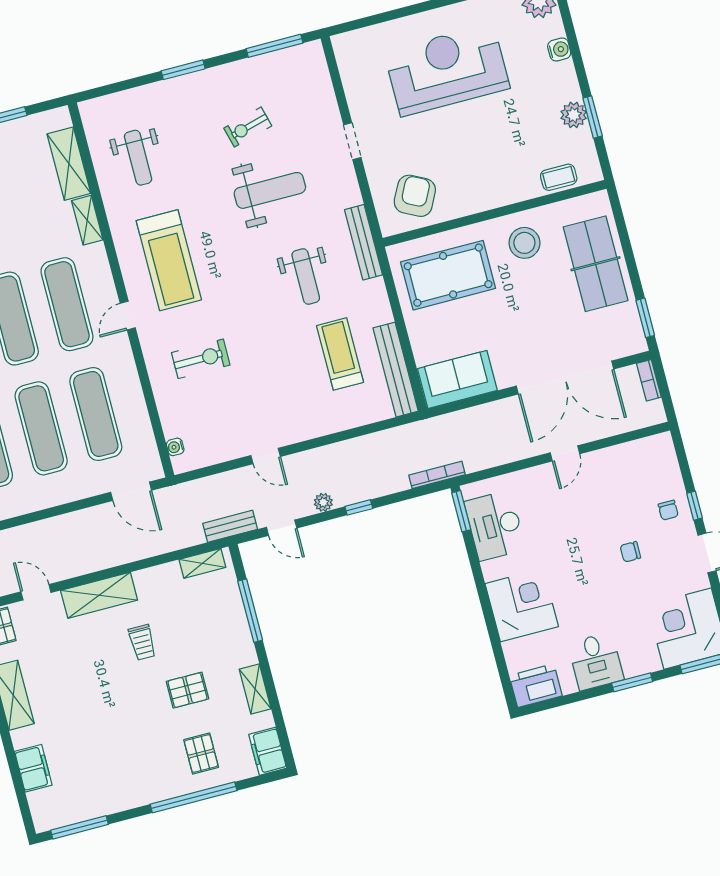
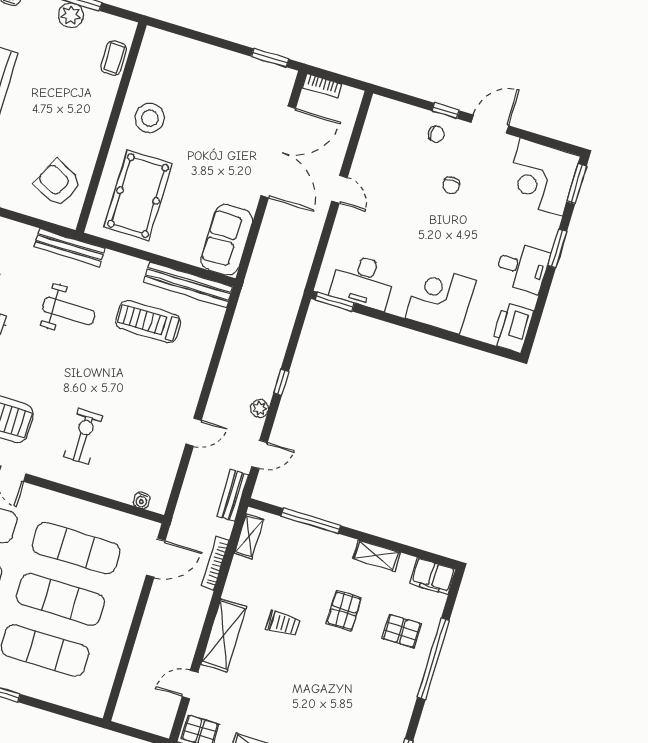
table tennis table: (596, 264) -> (202, 71), removed
bookcase: (437, 475) -> (215, 563), moved

